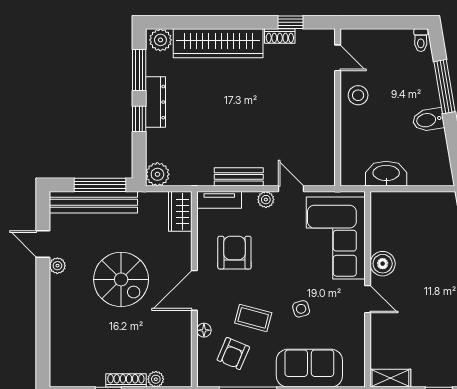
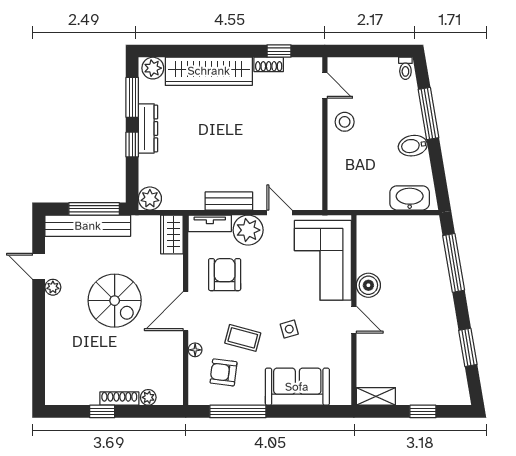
washbasin: (386, 174) -> (410, 198), moved
plant: (266, 200) -> (248, 230), width x1.88, depth x1.88
armchair: (233, 353) -> (223, 372), turned 74

